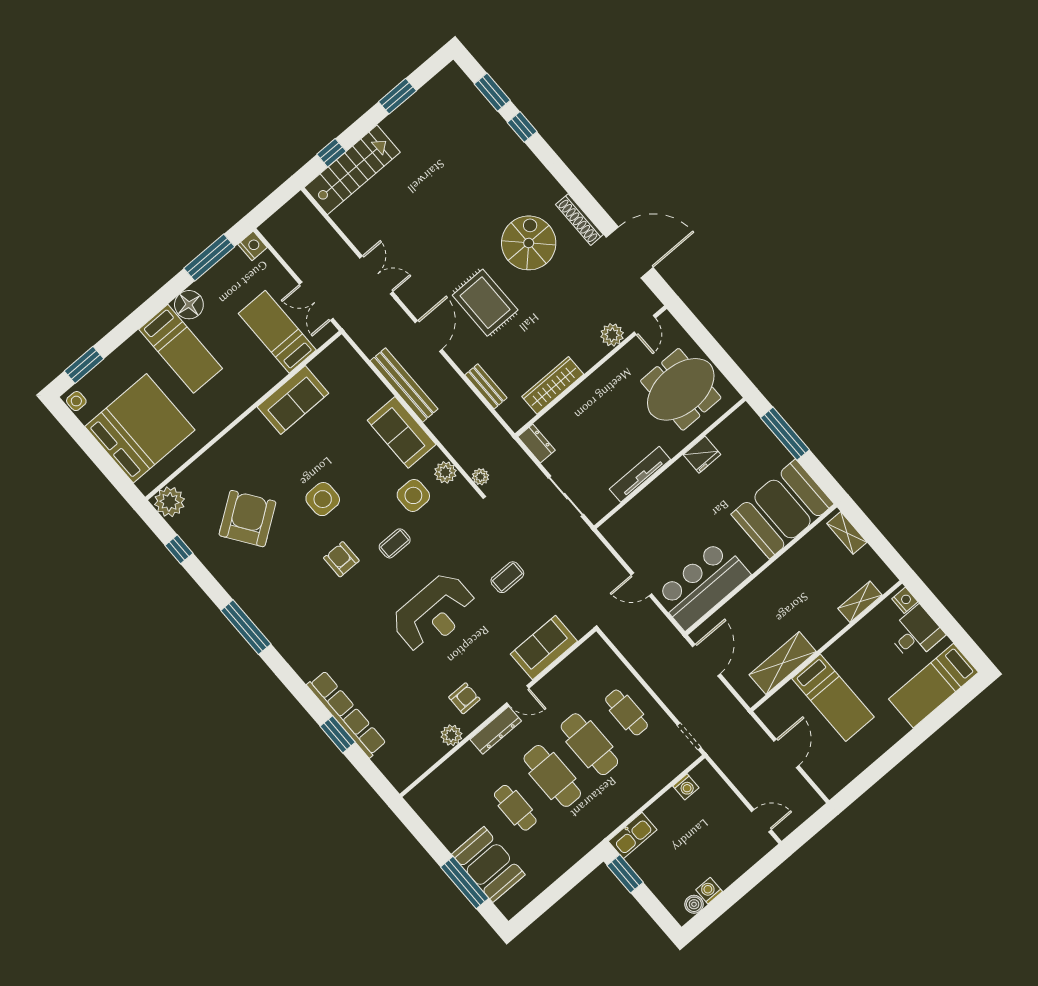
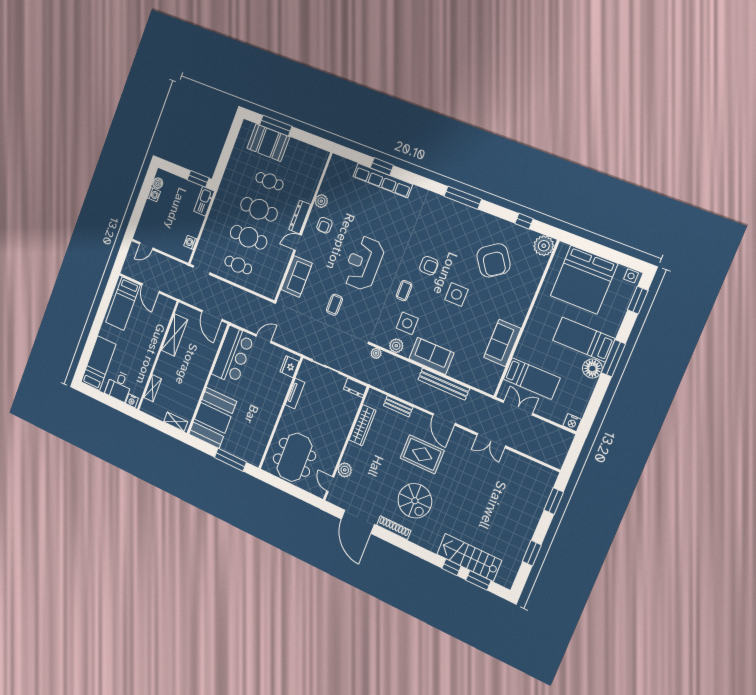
window: (331, 153) -> (554, 501), width x1.50
stairs: (352, 170) -> (469, 557), moved, turned 90
door: (630, 252) -> (358, 522), hinge flipped
window: (209, 257) -> (613, 358), moved
fridge: (702, 455) -> (289, 367), moved
tv unit: (640, 474) -> (295, 394), width x0.71
bed: (833, 698) -> (123, 304), moved, turned -90

